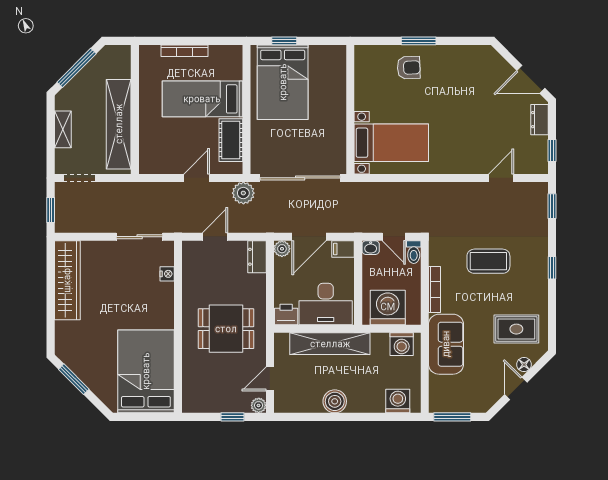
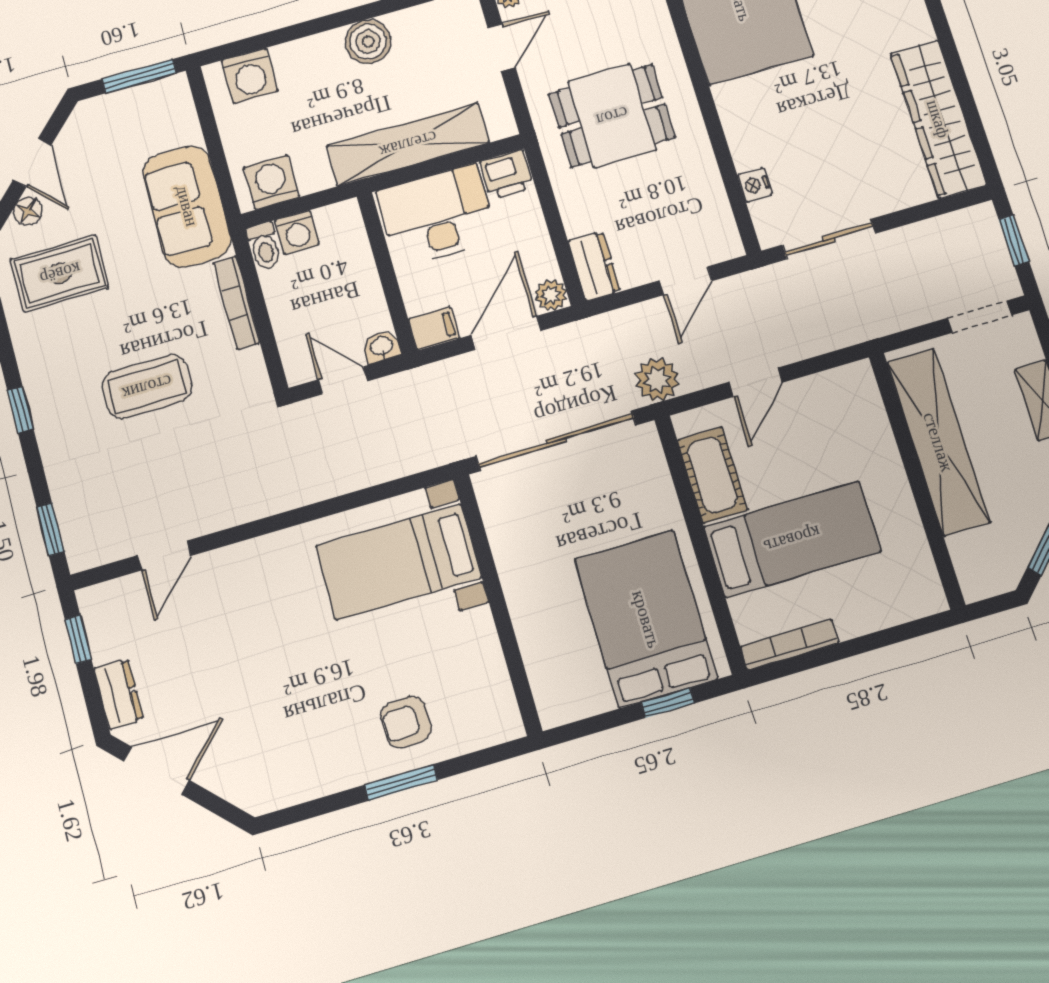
bookcase: (185, 51) -> (789, 645), moved
toilet: (414, 252) -> (264, 246), moved, turned 180
washing machine: (388, 307) -> (297, 232), width x0.53, depth x0.53

